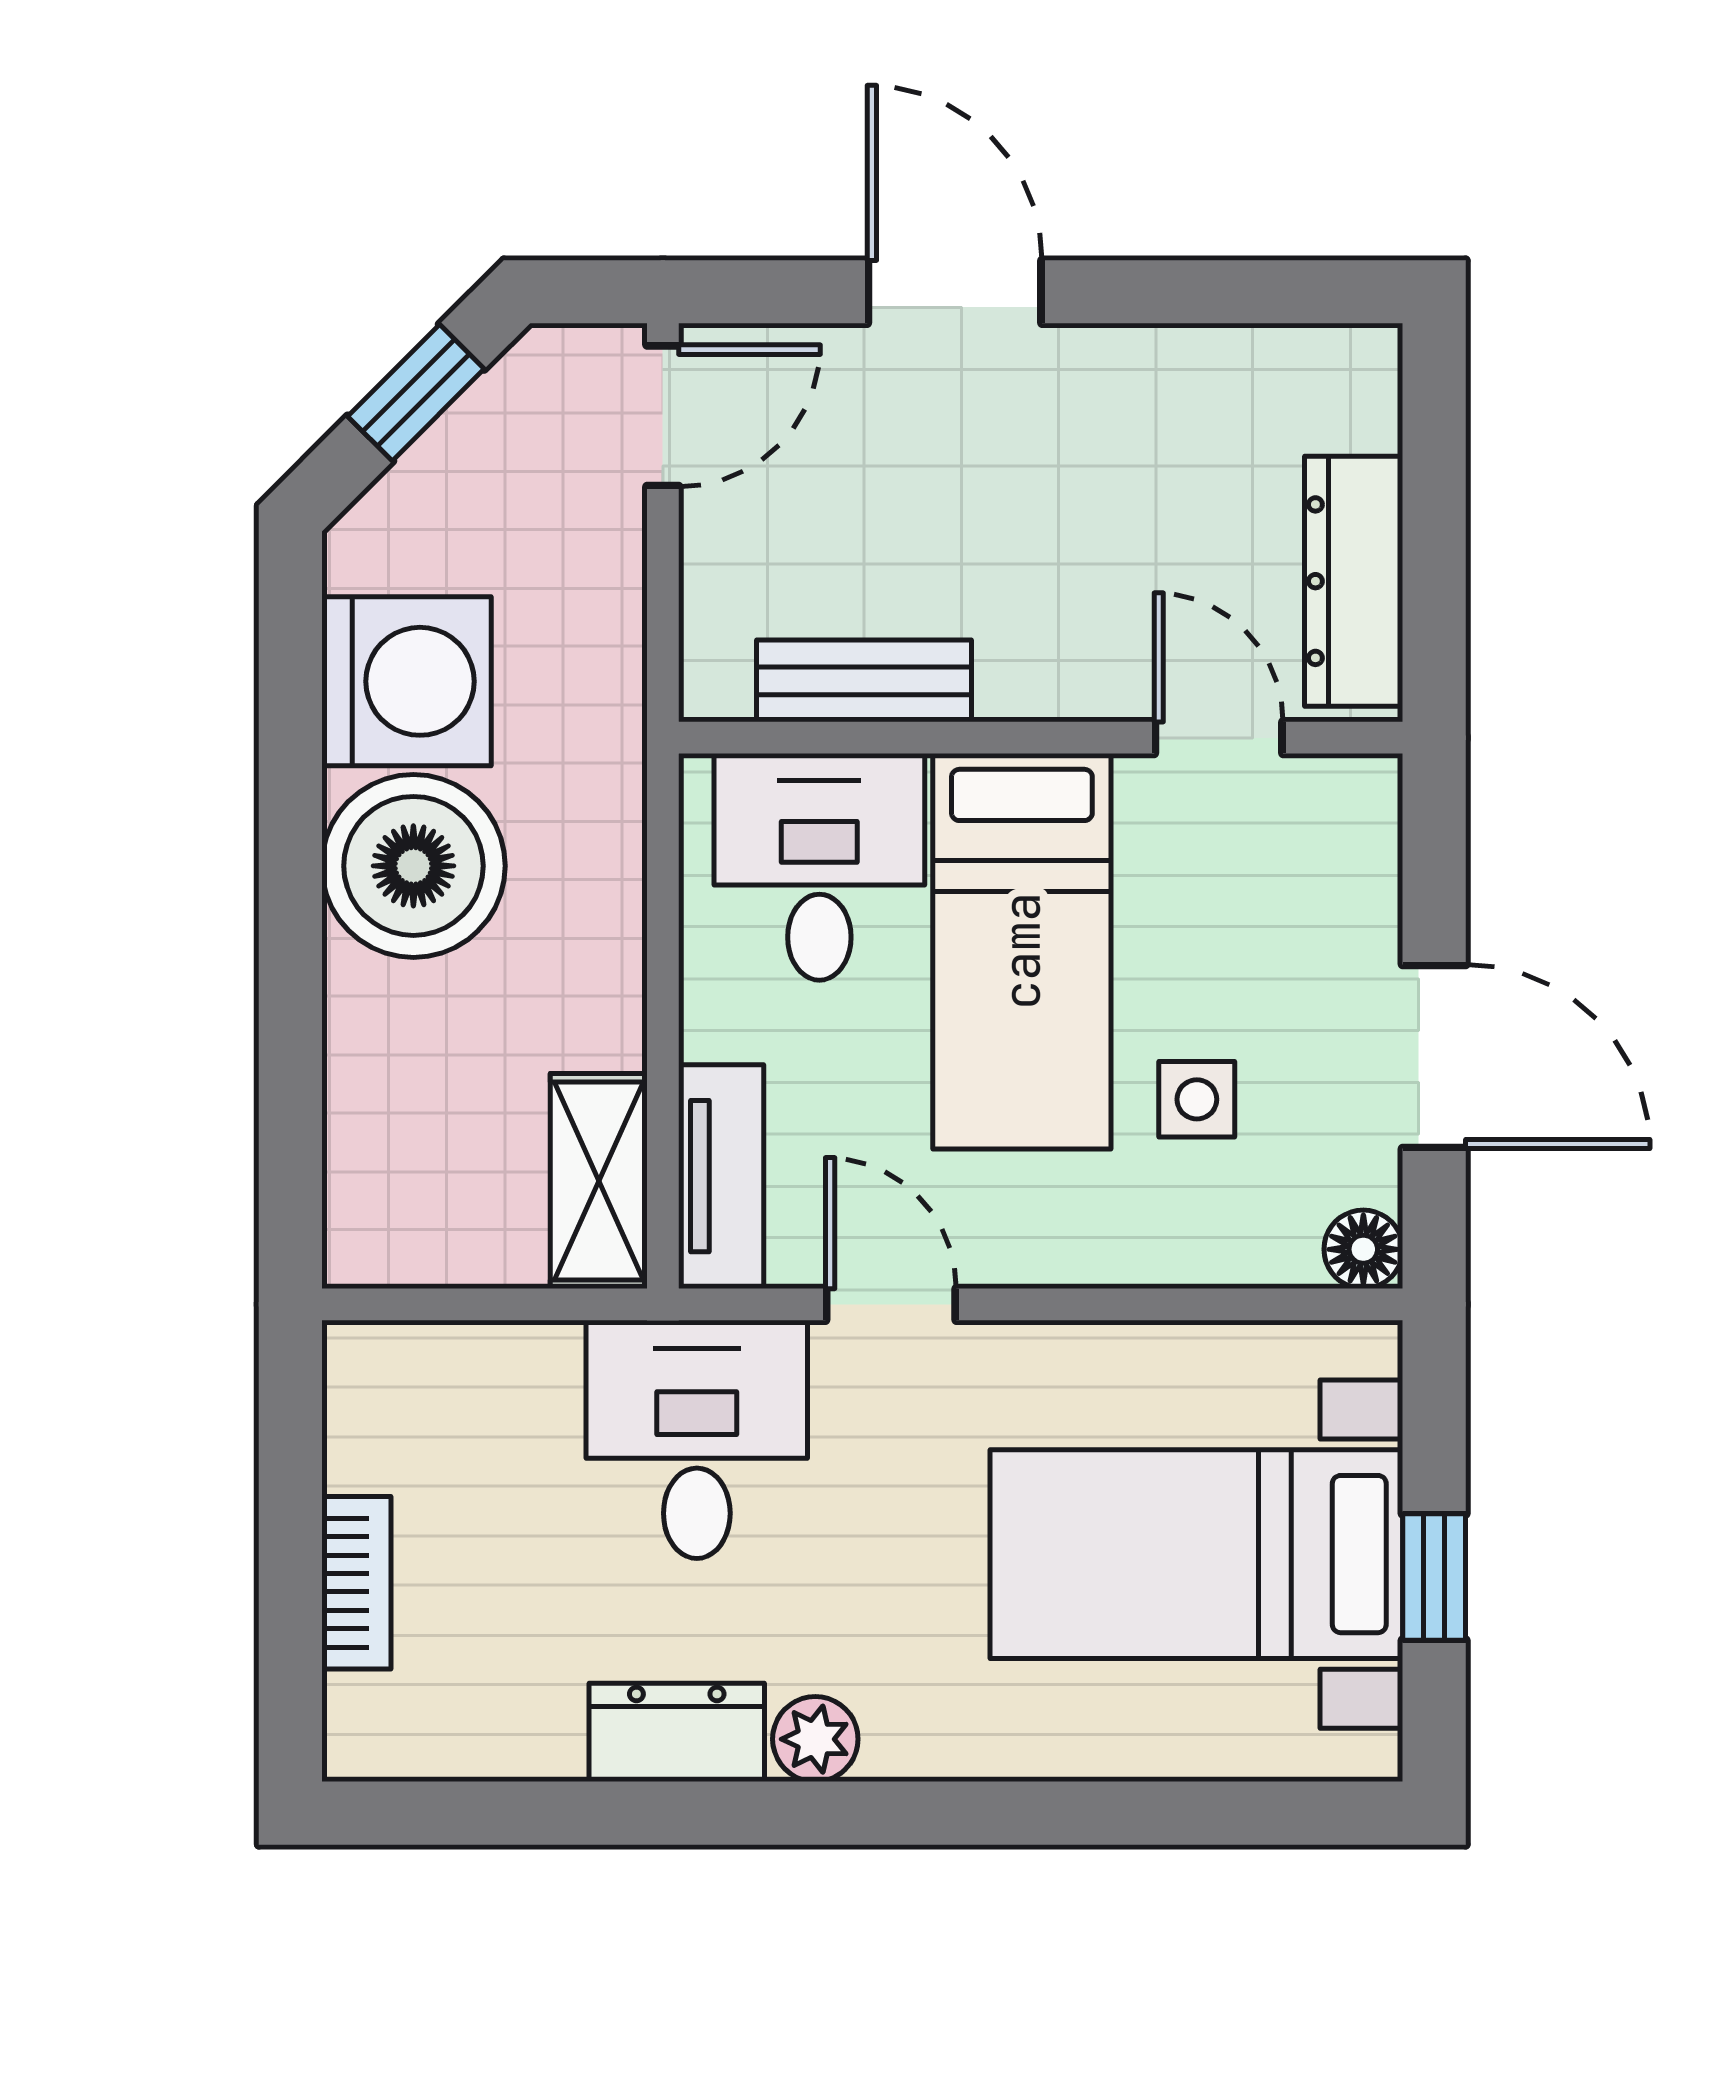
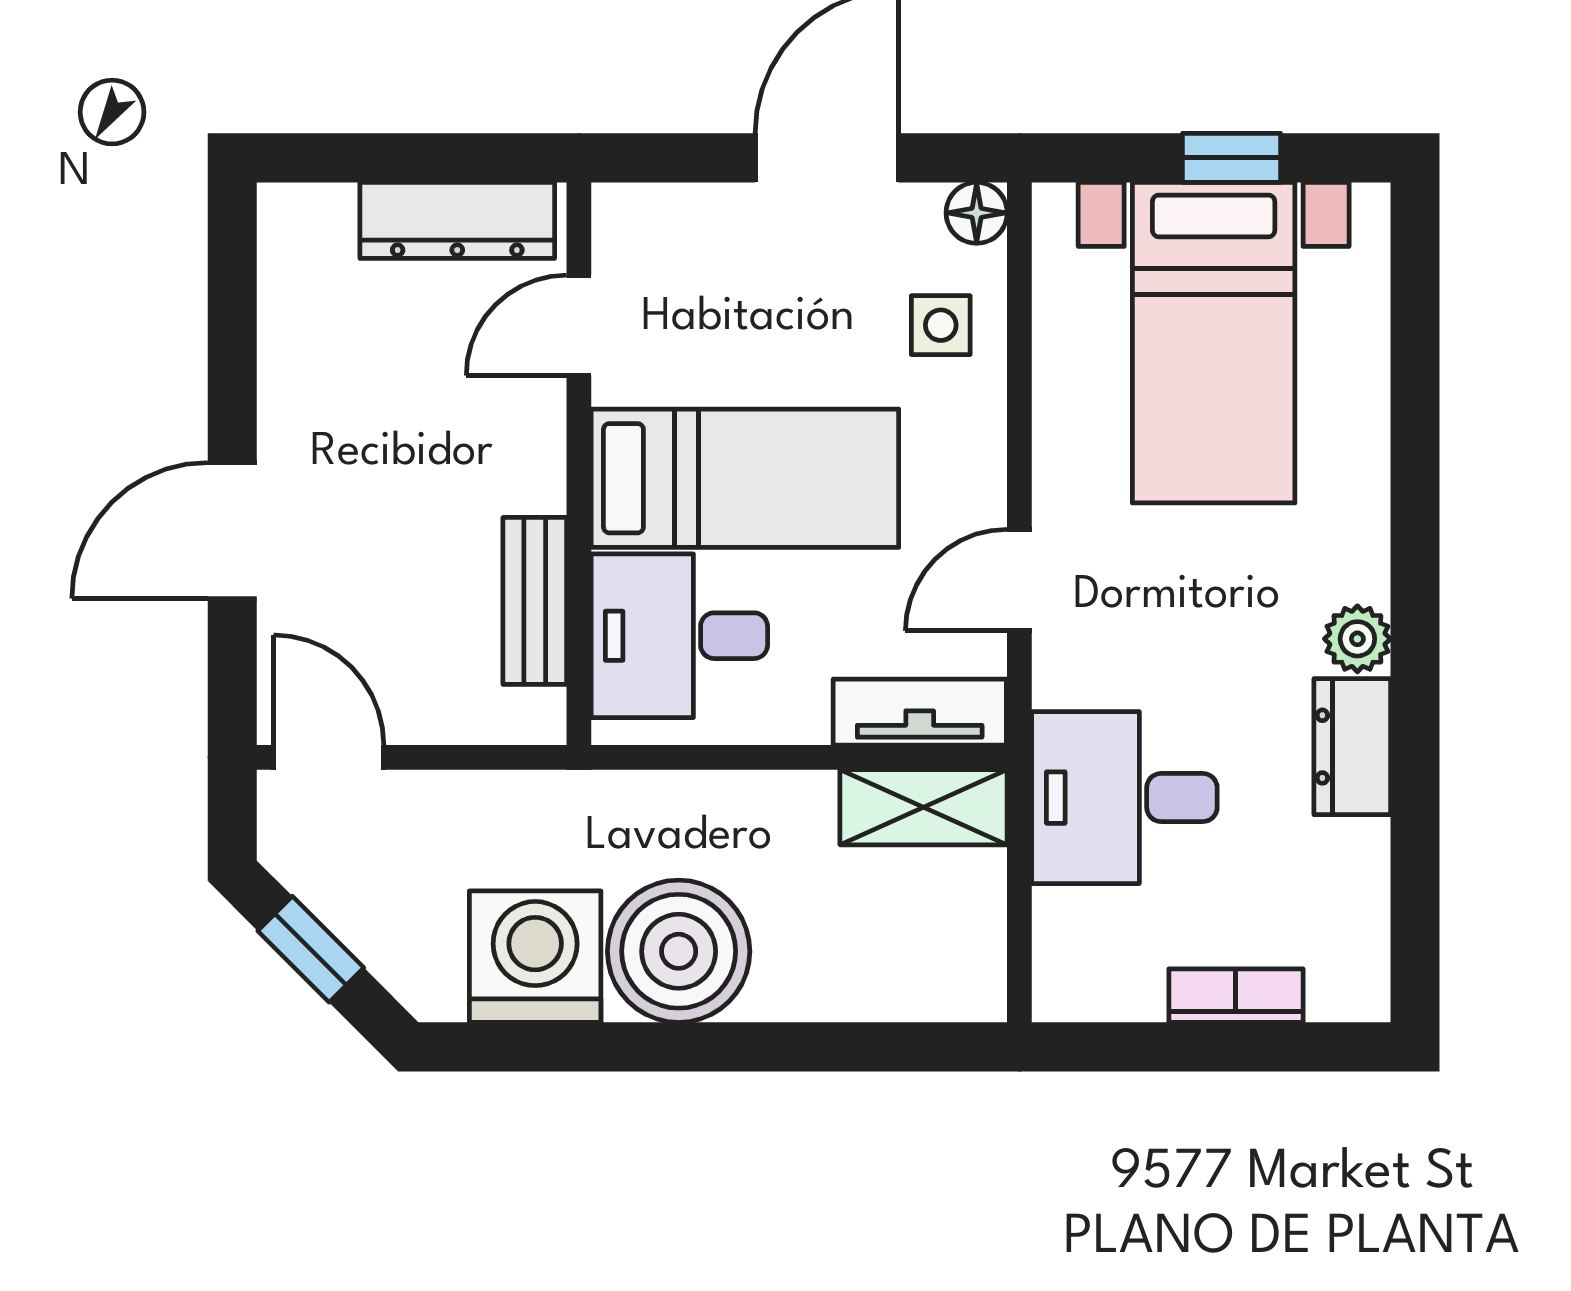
side table: (1197, 1099) -> (941, 325), moved
desk: (697, 1439) -> (1124, 798), moved

